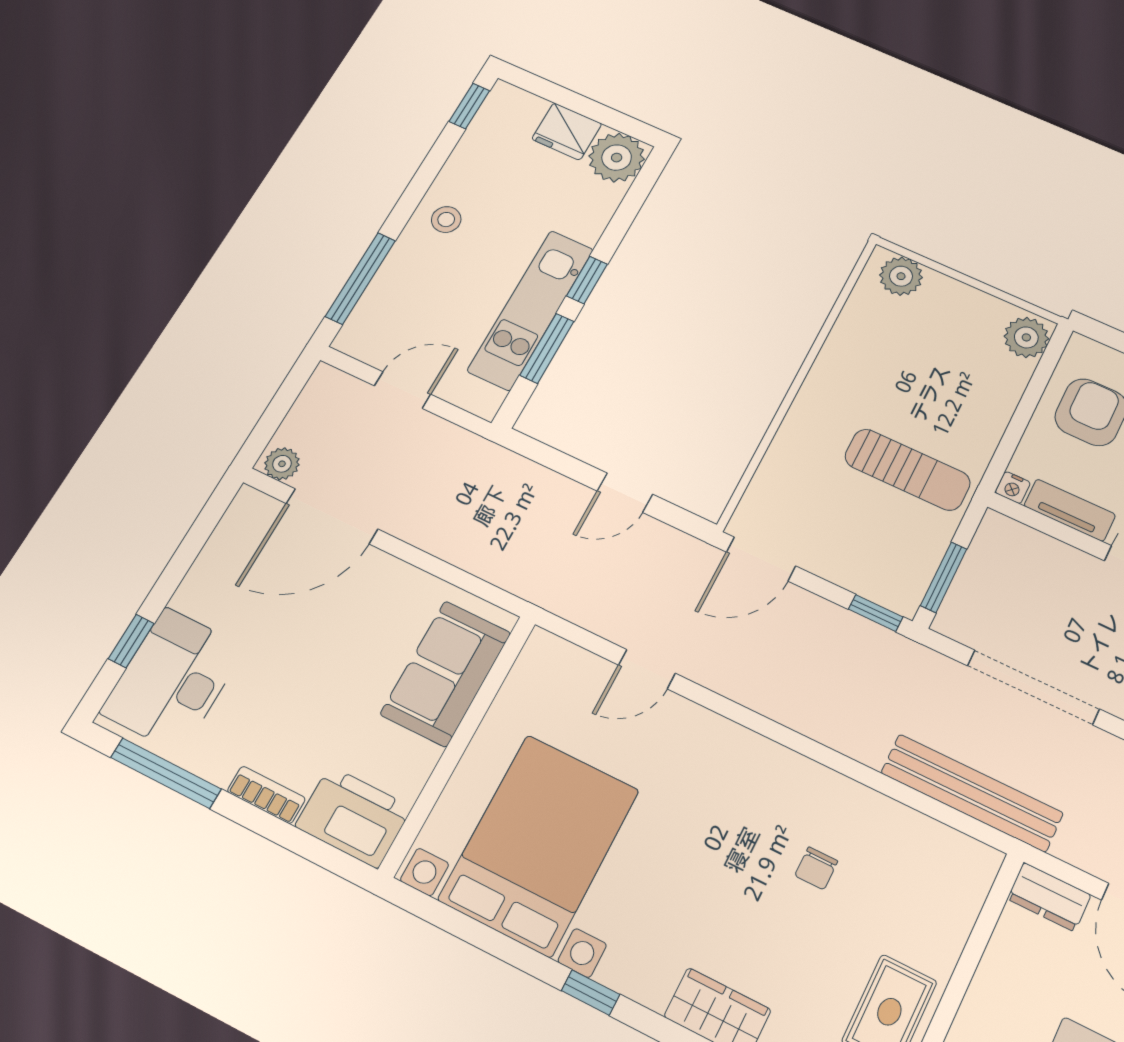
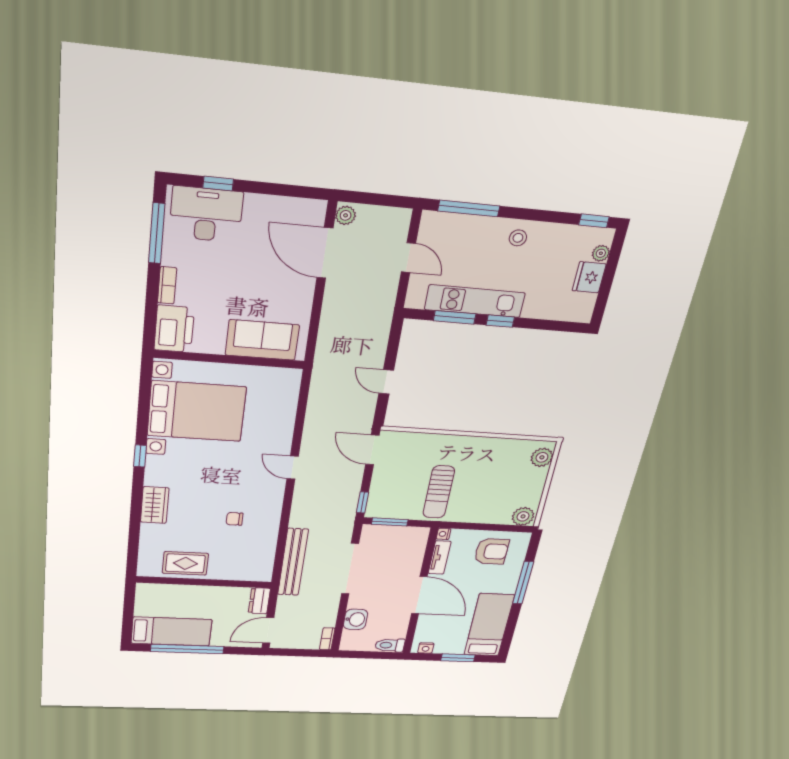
plant: (617, 158) -> (601, 253), moved, width x0.53, depth x0.53
door: (647, 669) -> (293, 468), moved

